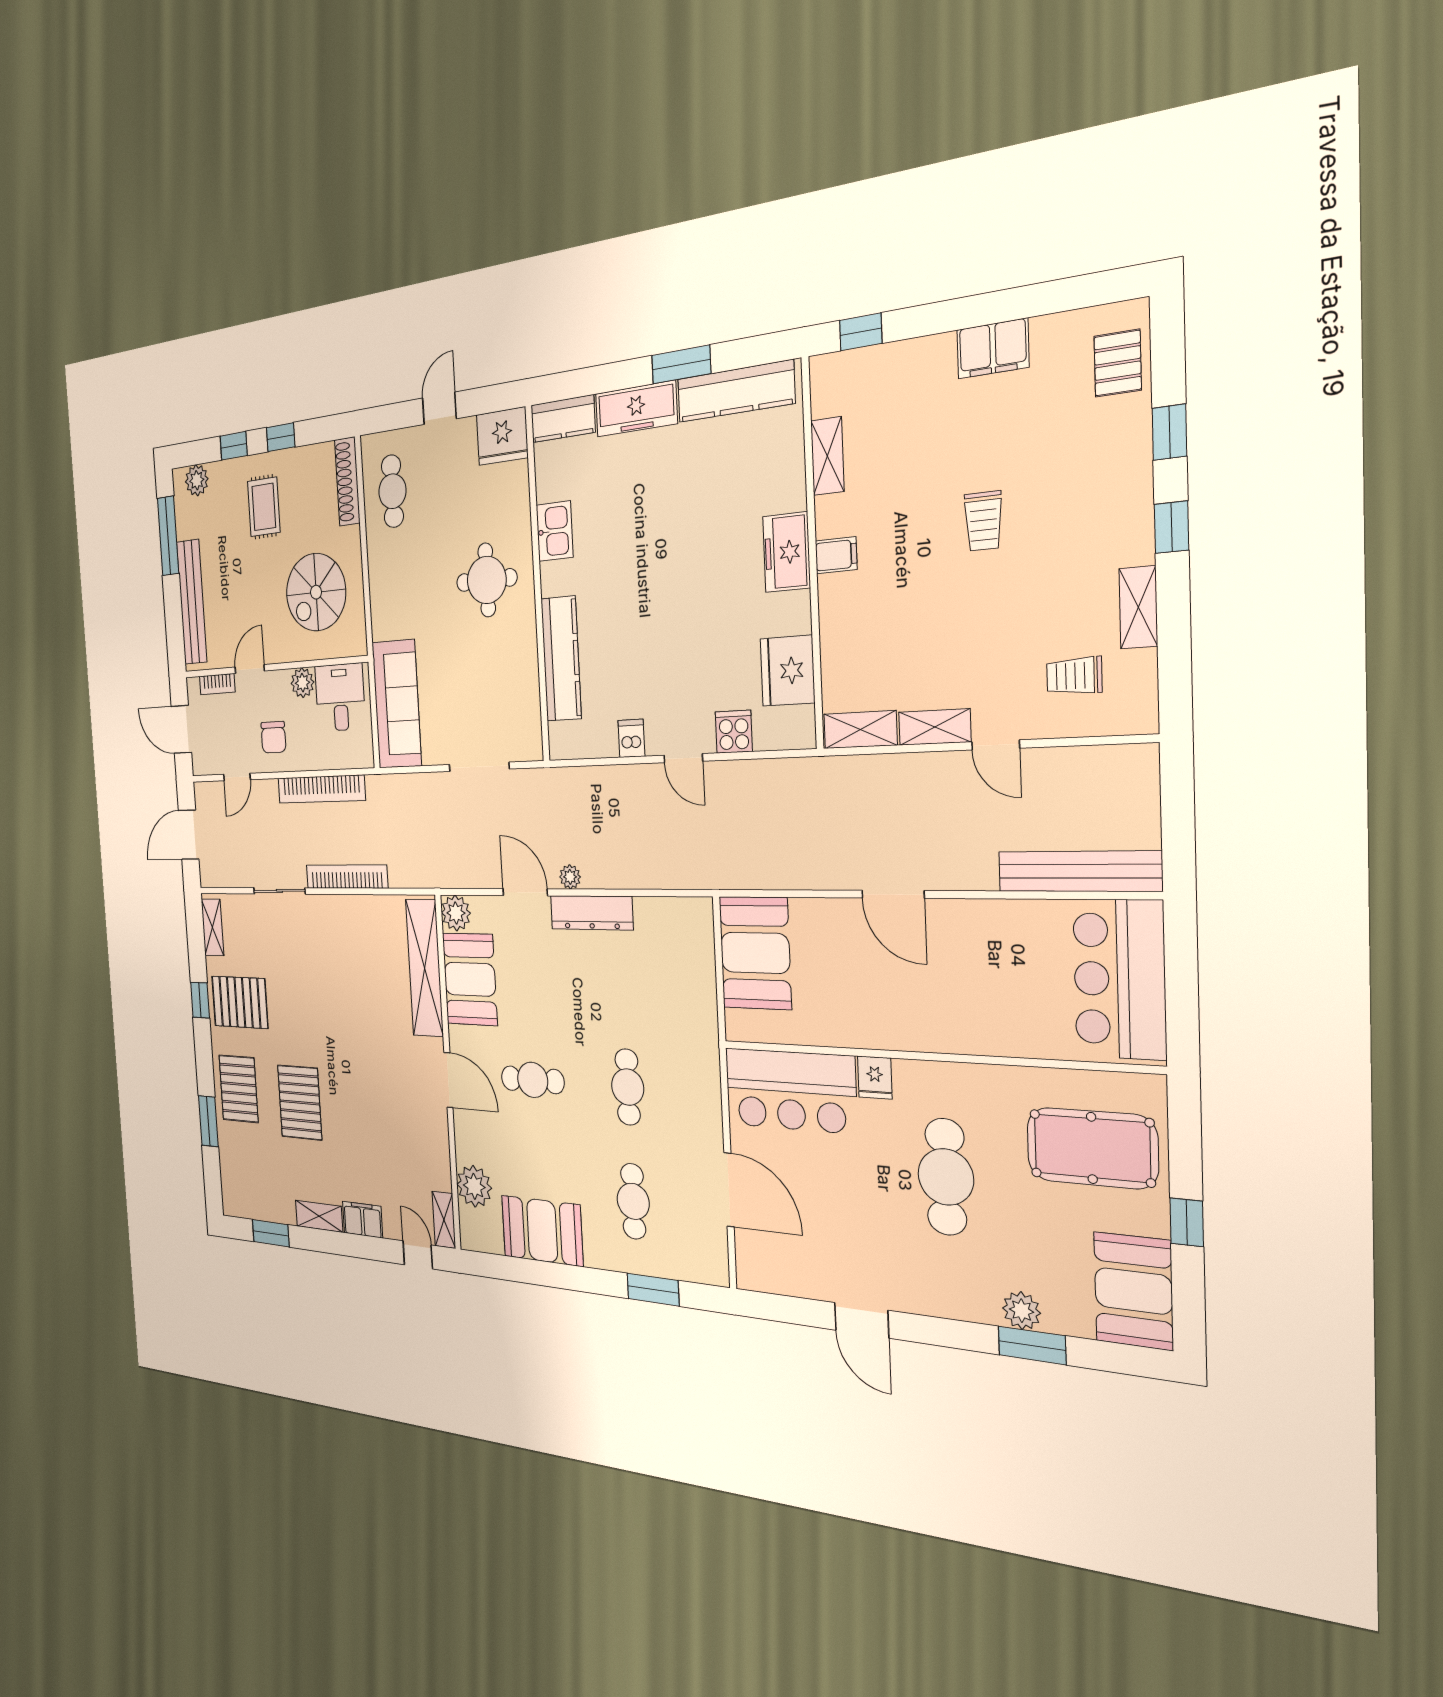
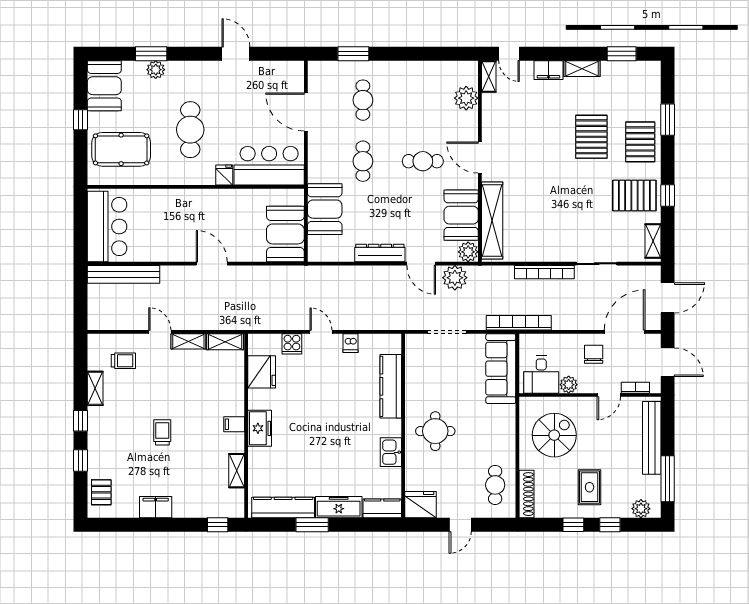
door: (237, 777) -> (625, 332), width x1.88
bookcase: (321, 789) -> (519, 323), moved
plant: (570, 877) -> (455, 278), moved, width x1.88, depth x1.88
booth: (542, 1231) -> (325, 209), moved, turned 90

